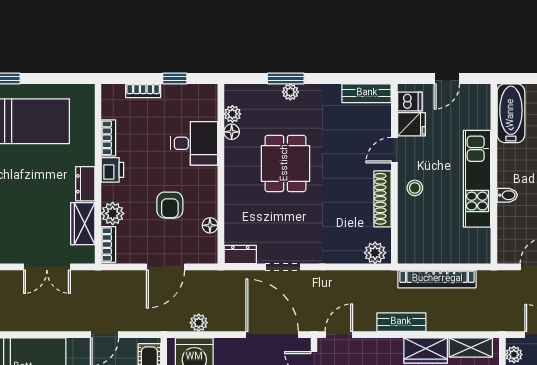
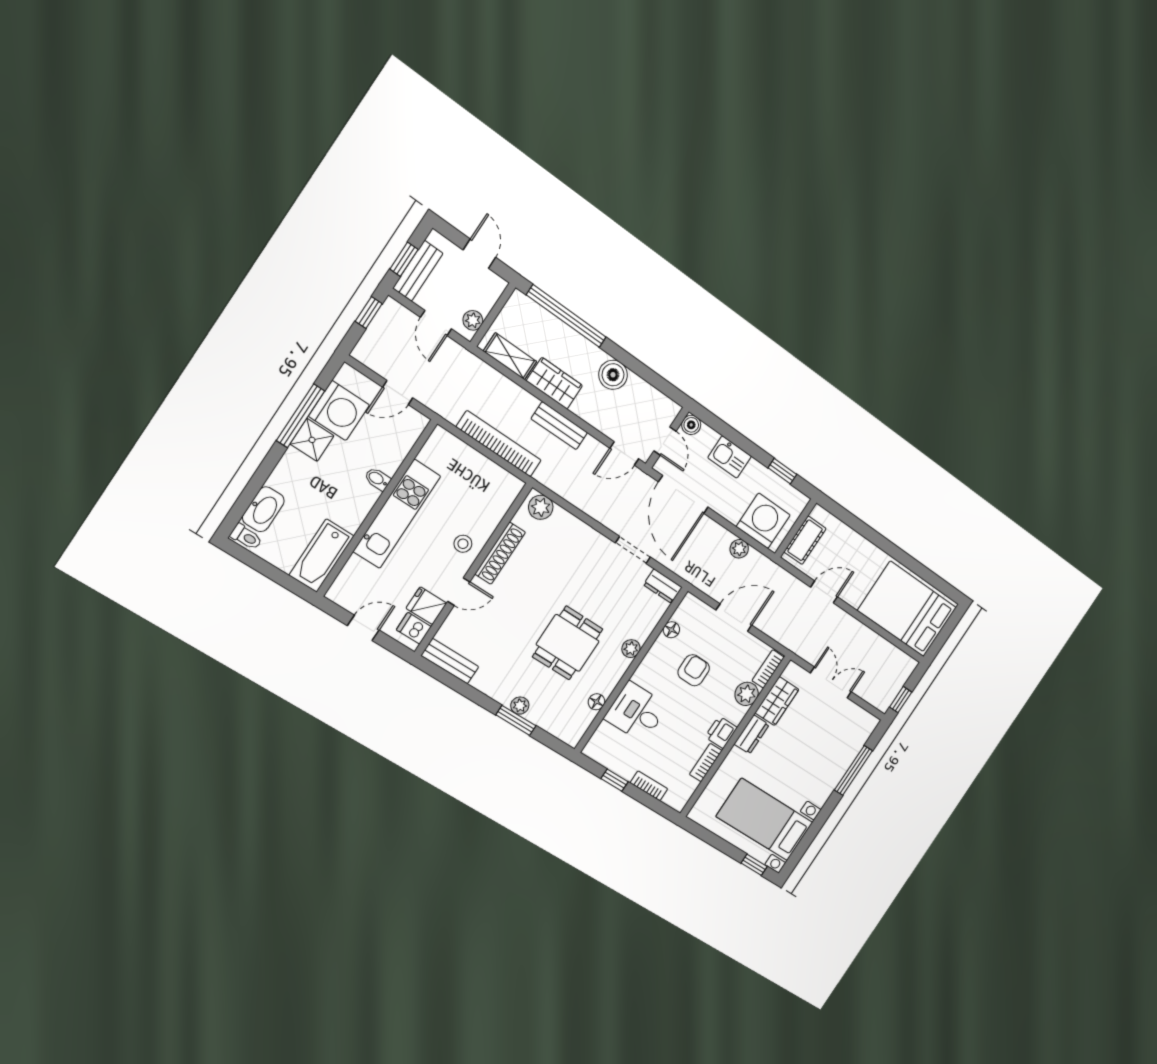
plant: (232, 114) -> (631, 649), moved

